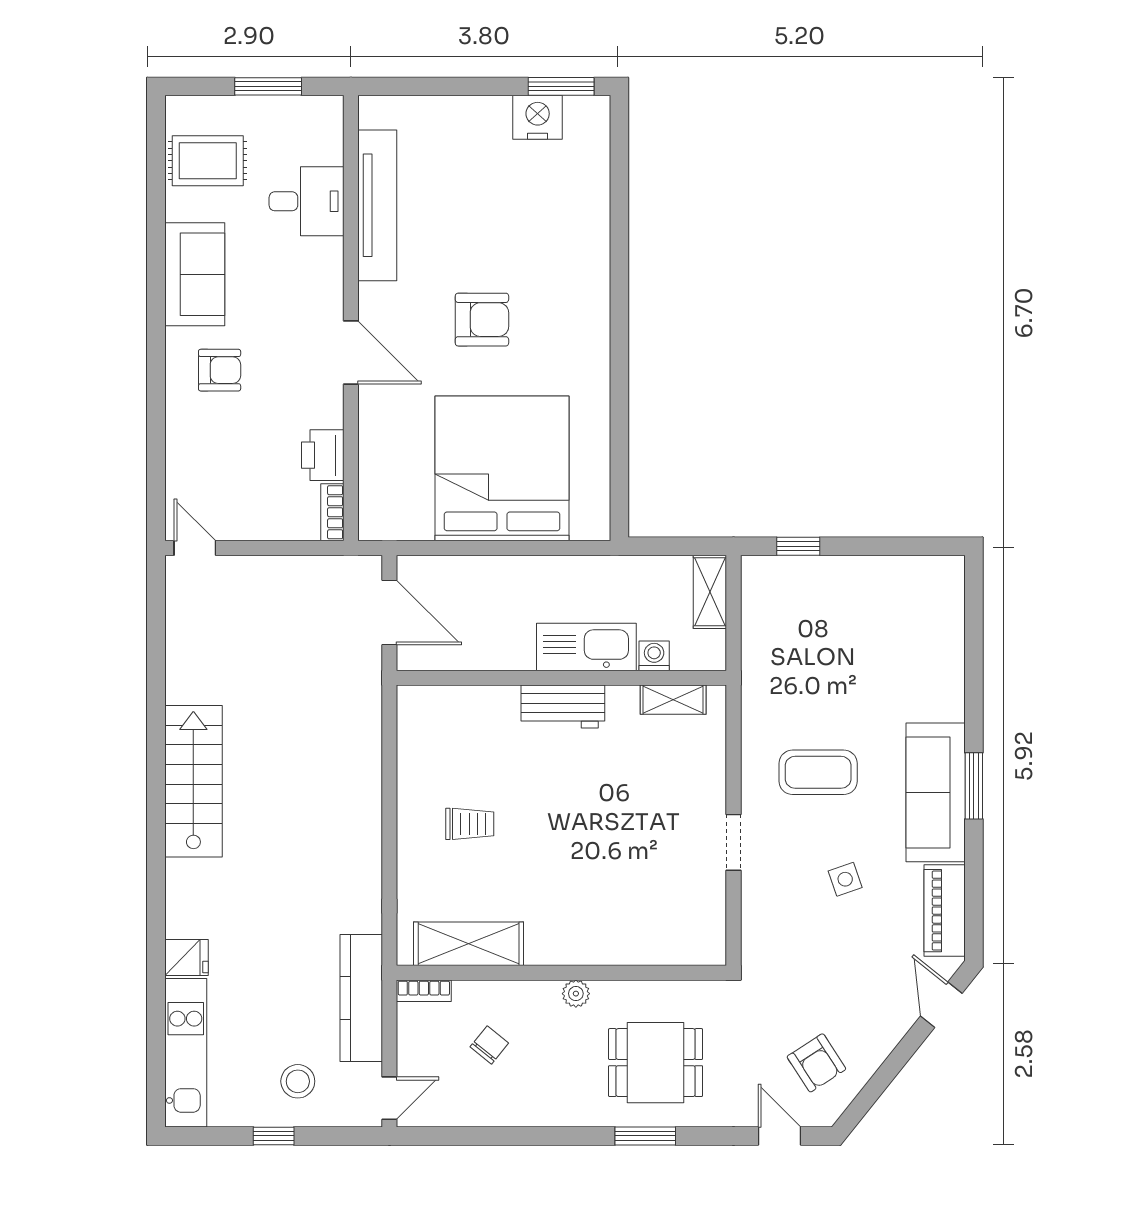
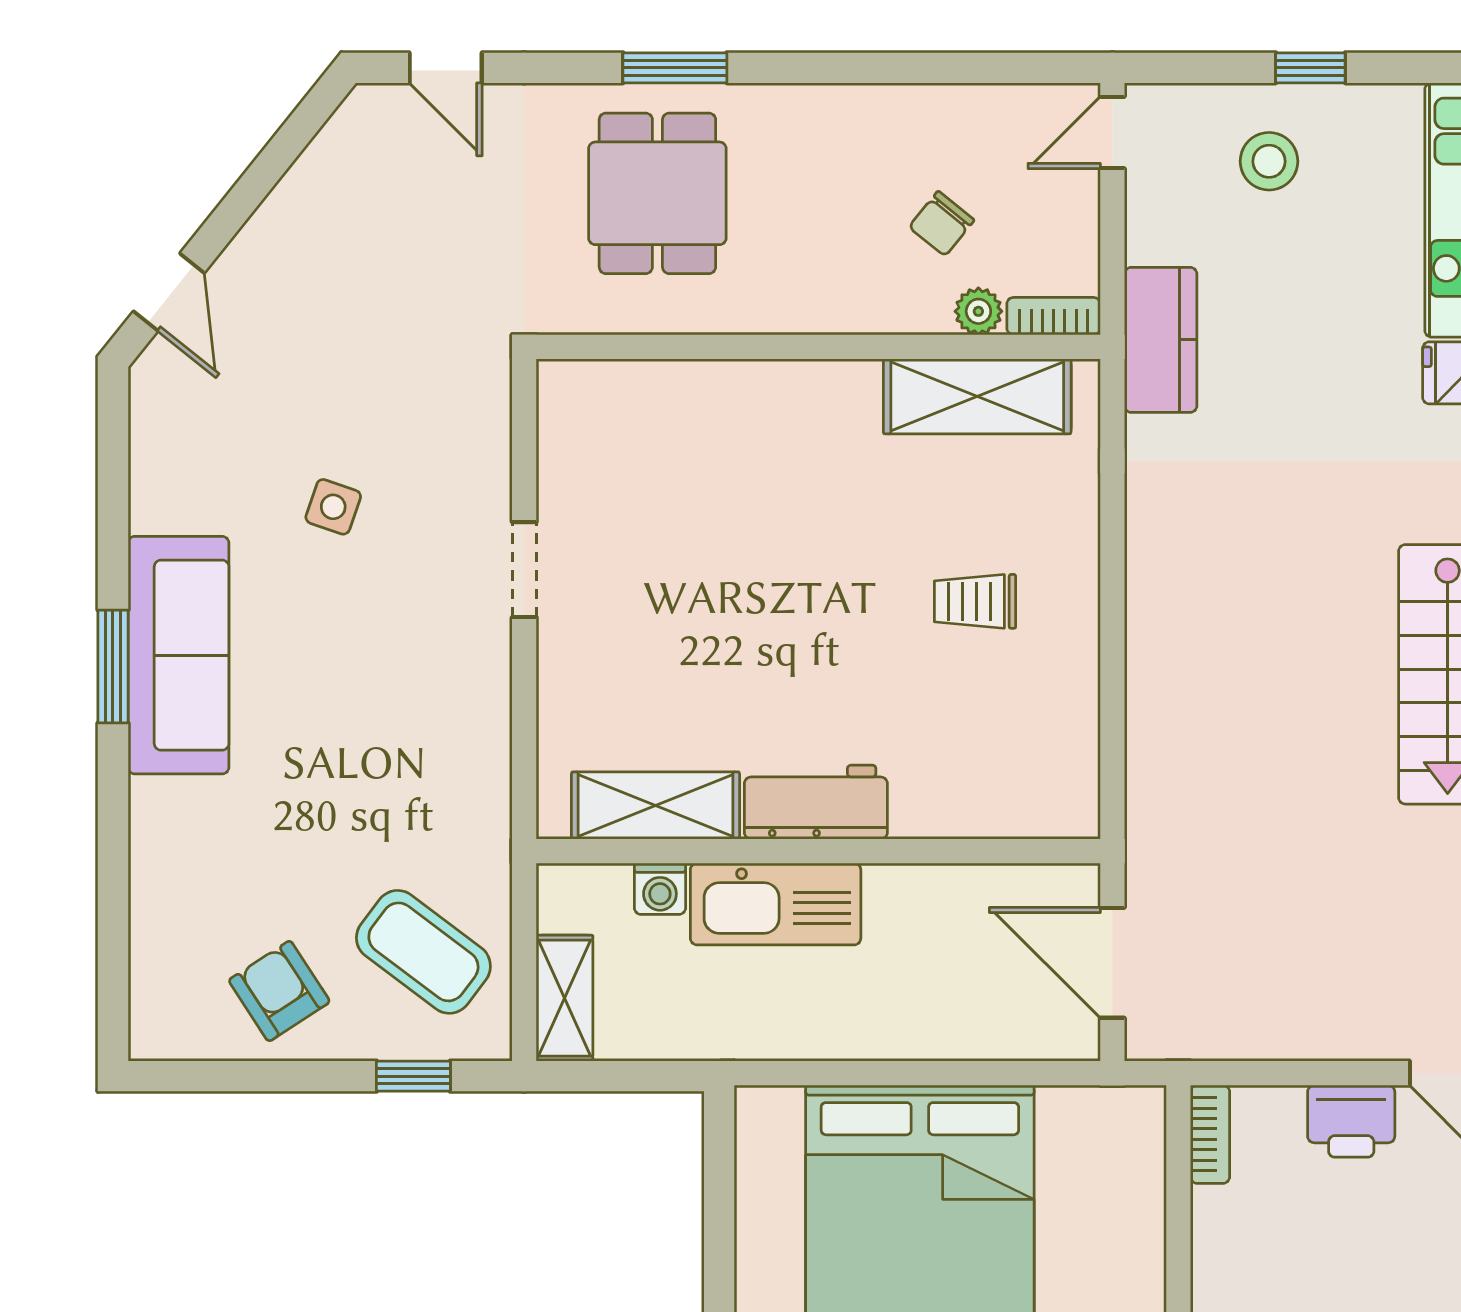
printer: (323, 455) -> (1351, 1121), moved, turned 90
shelving: (673, 700) -> (656, 805), width x1.50, depth x1.33
coffee table: (818, 772) -> (423, 952), moved, turned 37
side table: (845, 879) -> (333, 507), turned 38
piano: (945, 911) -> (163, 453), removed
plant: (576, 994) -> (978, 311), moved
kitchen counter: (361, 998) -> (1161, 340), width x0.67
dining table: (656, 1063) -> (657, 193), turned 90
armchair: (816, 1063) -> (279, 991), moved

